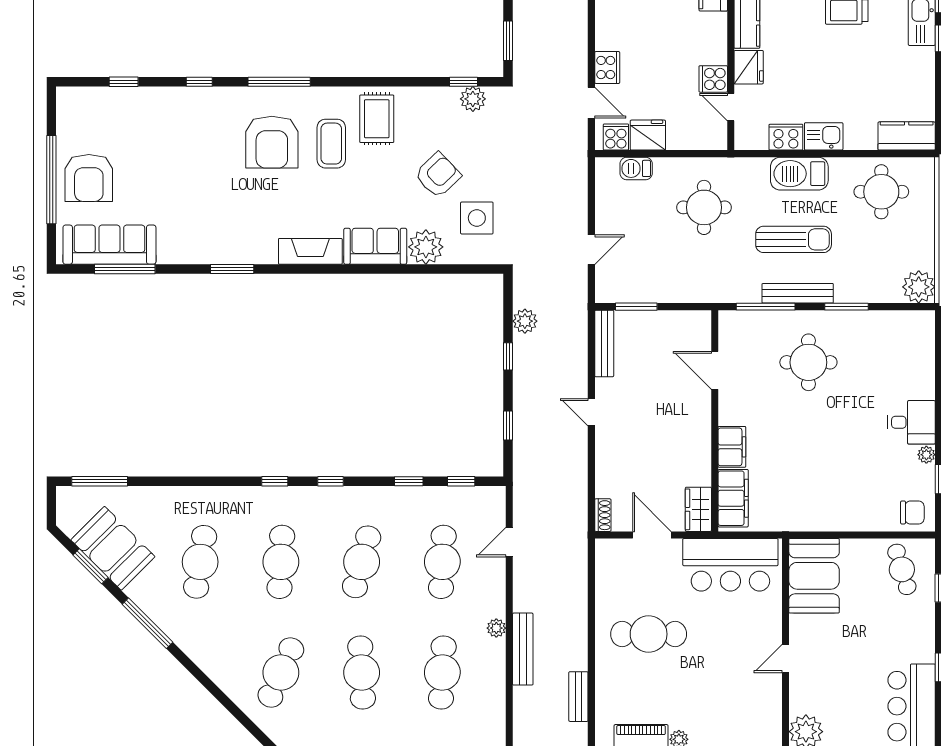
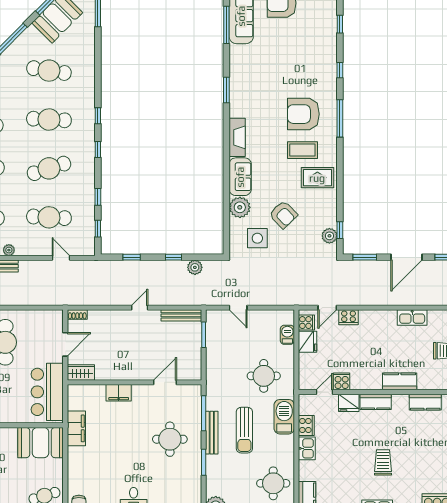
barbecue: (799, 174) -> (284, 417), moved
filing cabinet: (733, 498) -> (76, 428), moved, turned -90
cafe table: (362, 562) -> (49, 168), turned -33

